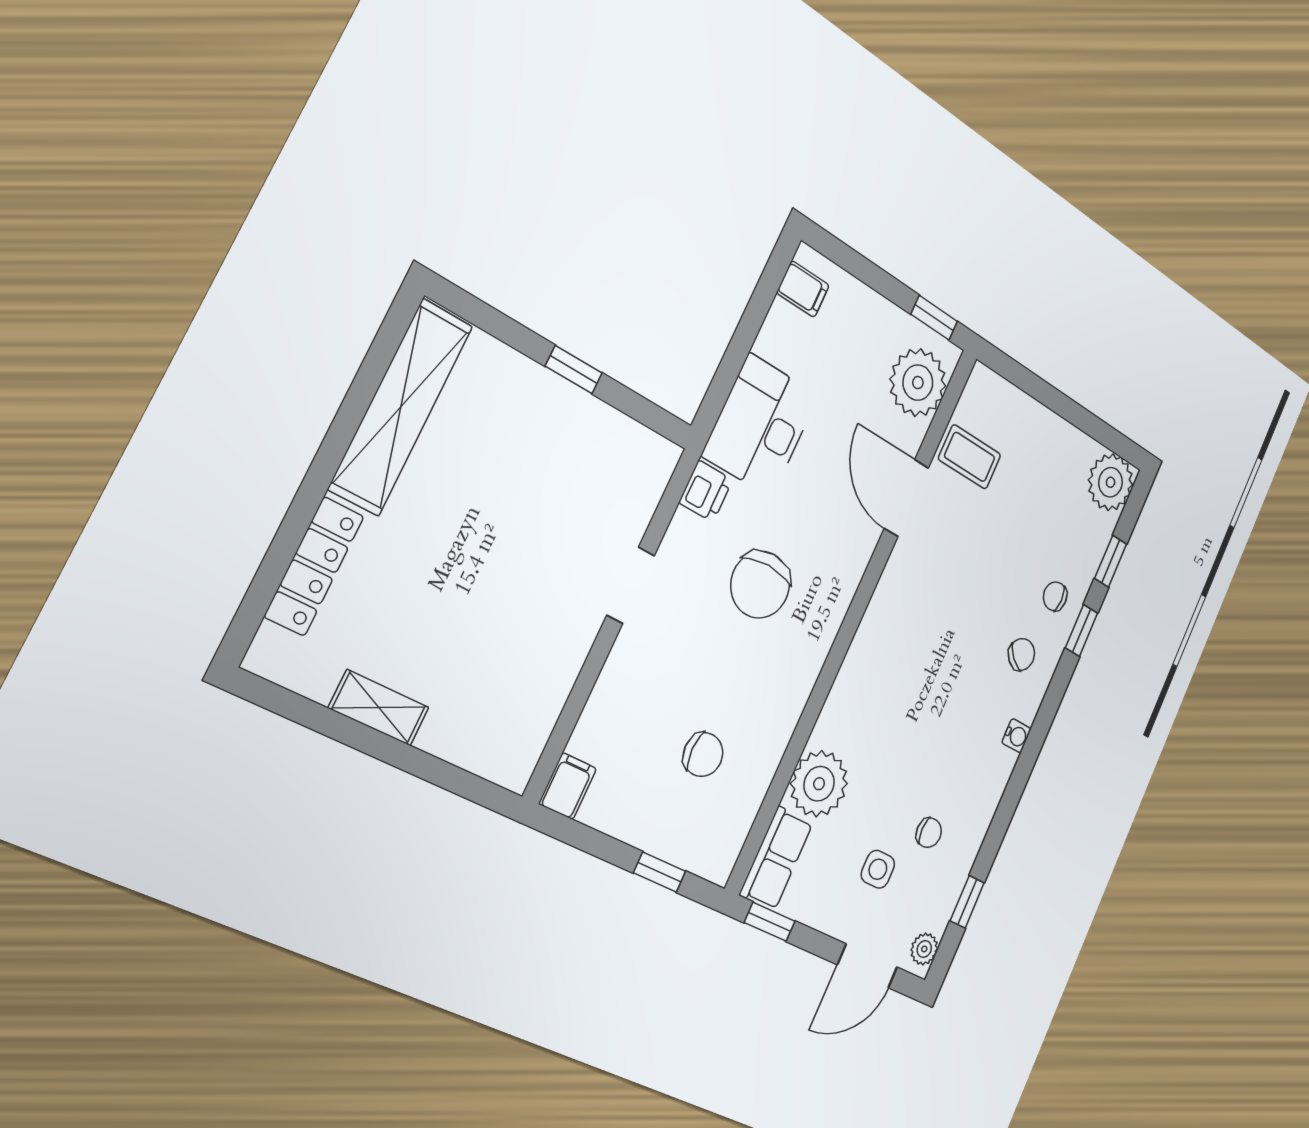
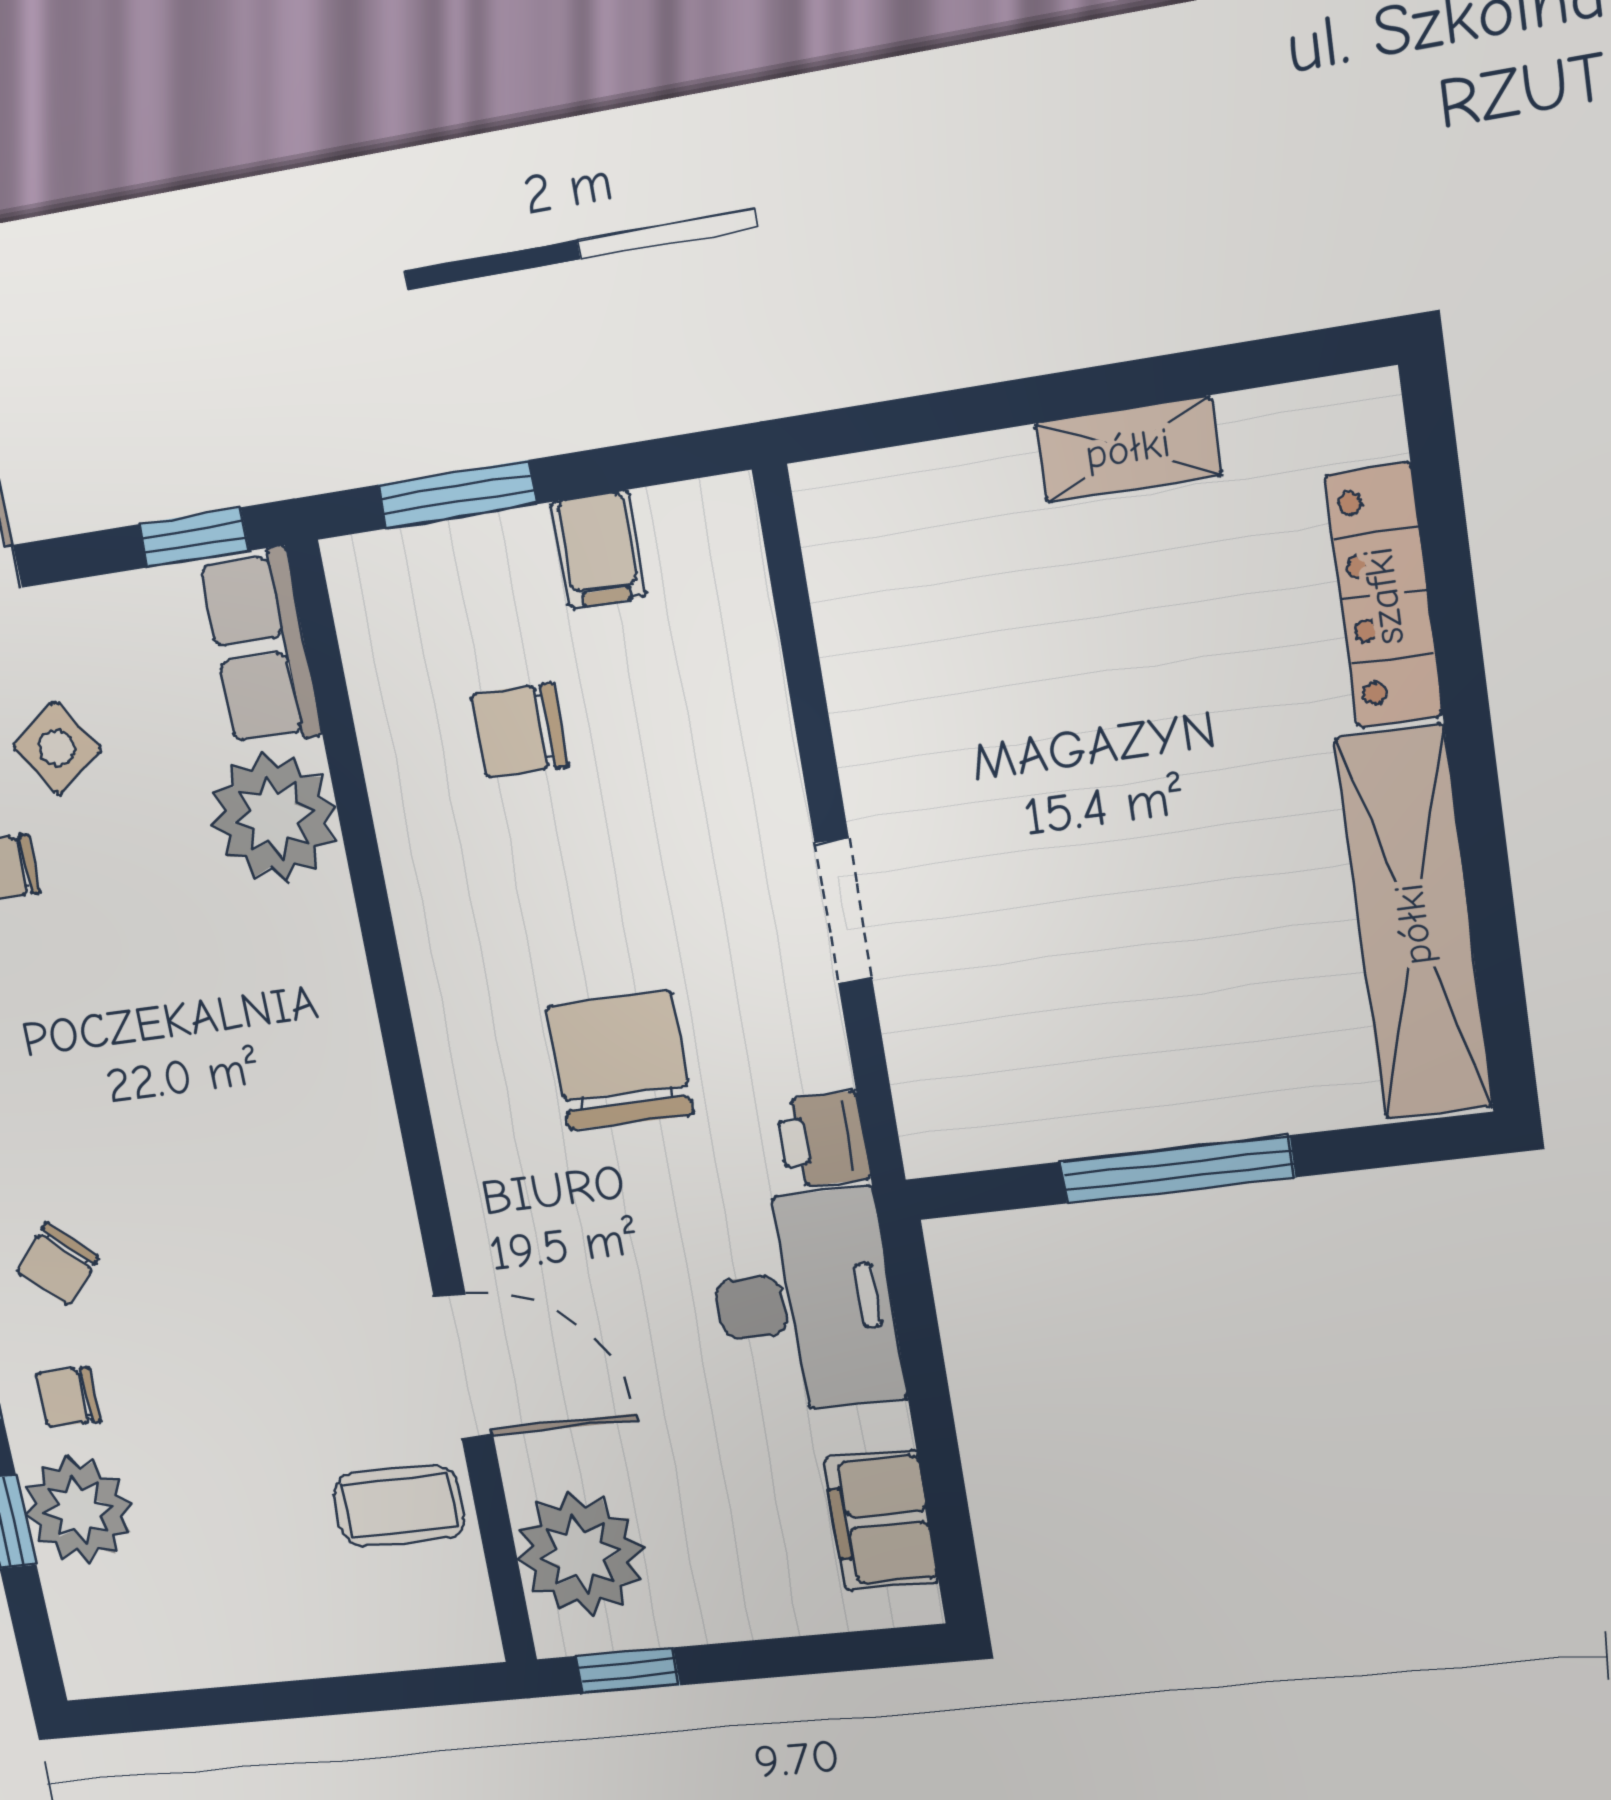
filing cabinet: (803, 289) -> (881, 1520), width x2.00
window: (574, 370) -> (1177, 1170), width x2.17
plant: (1111, 482) -> (78, 1510), moved
chair: (1055, 596) -> (68, 1397), turned 180
filing cabinet: (568, 786) -> (599, 549), moved
side table: (878, 869) -> (57, 748), turned -35
window: (660, 872) -> (457, 494), width x1.50

